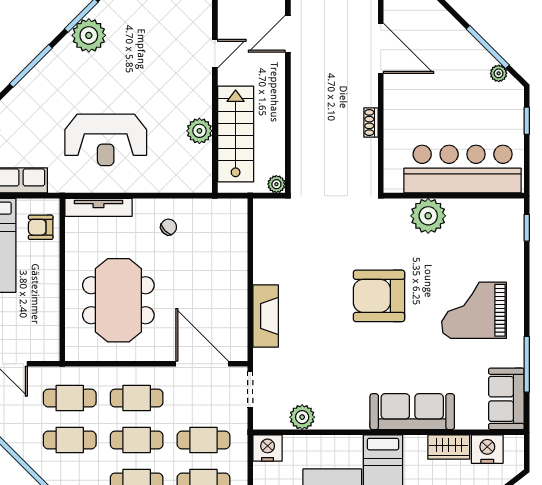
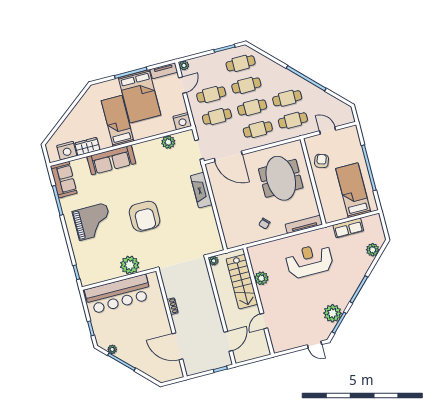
armchair: (41, 227) -> (322, 161), moved, turned -71
armchair: (379, 296) -> (145, 216), turned 90

